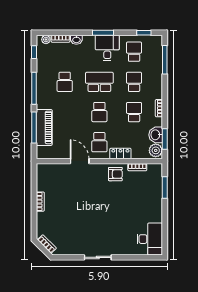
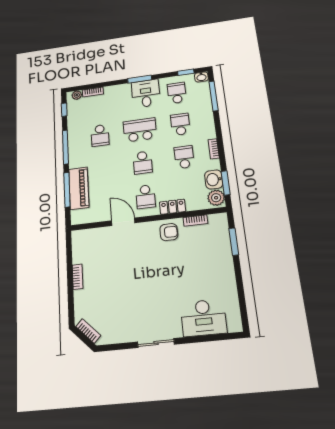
washbasin: (76, 40) -> (201, 77), moved
desk: (150, 239) -> (203, 318), moved, turned 90

